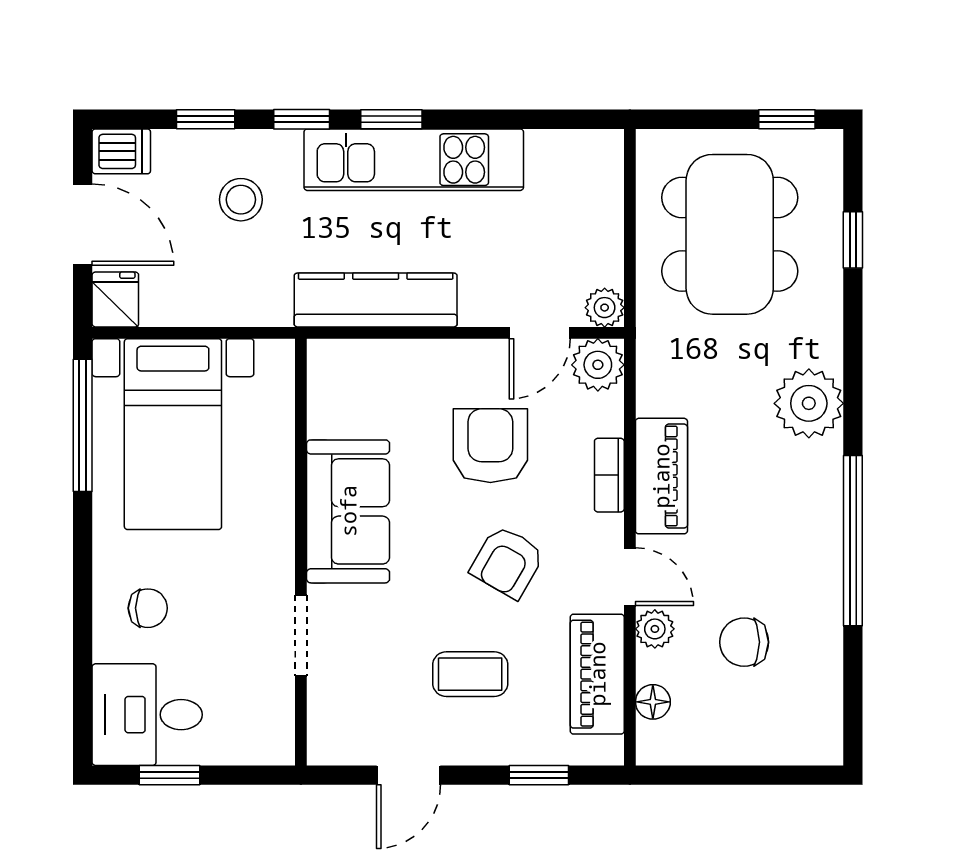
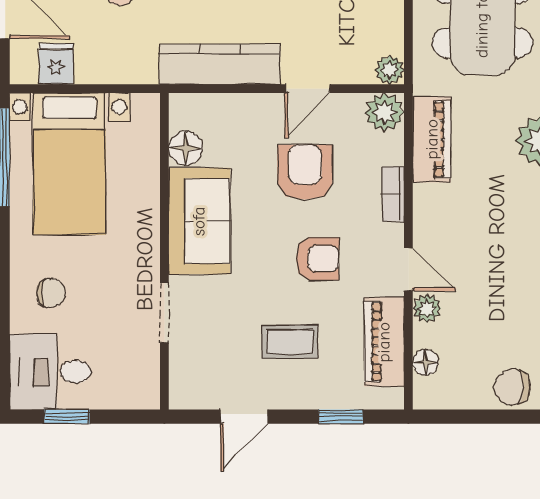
fridge: (115, 299) -> (56, 64), moved
door: (540, 333) -> (307, 89), moved
floor lamp: (329, 413) -> (186, 148), added
piano: (661, 476) -> (432, 139), moved
armchair: (507, 562) -> (318, 259), turned -120
chair: (744, 642) -> (512, 387), moved

